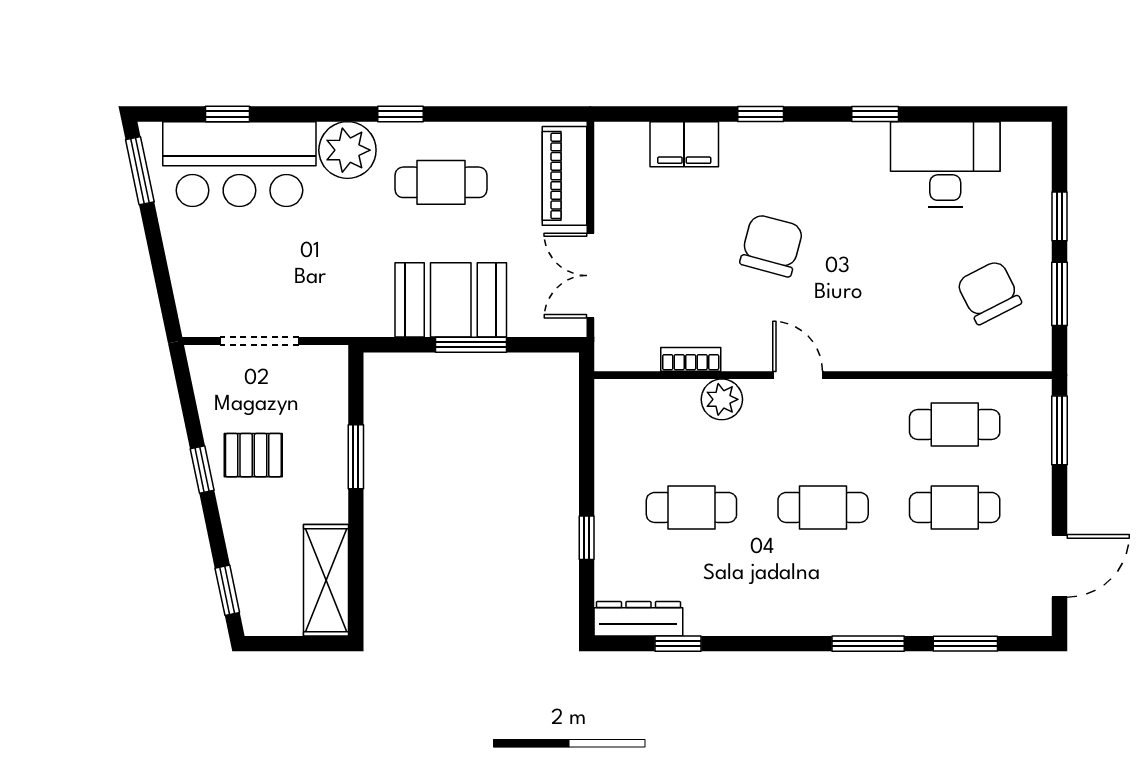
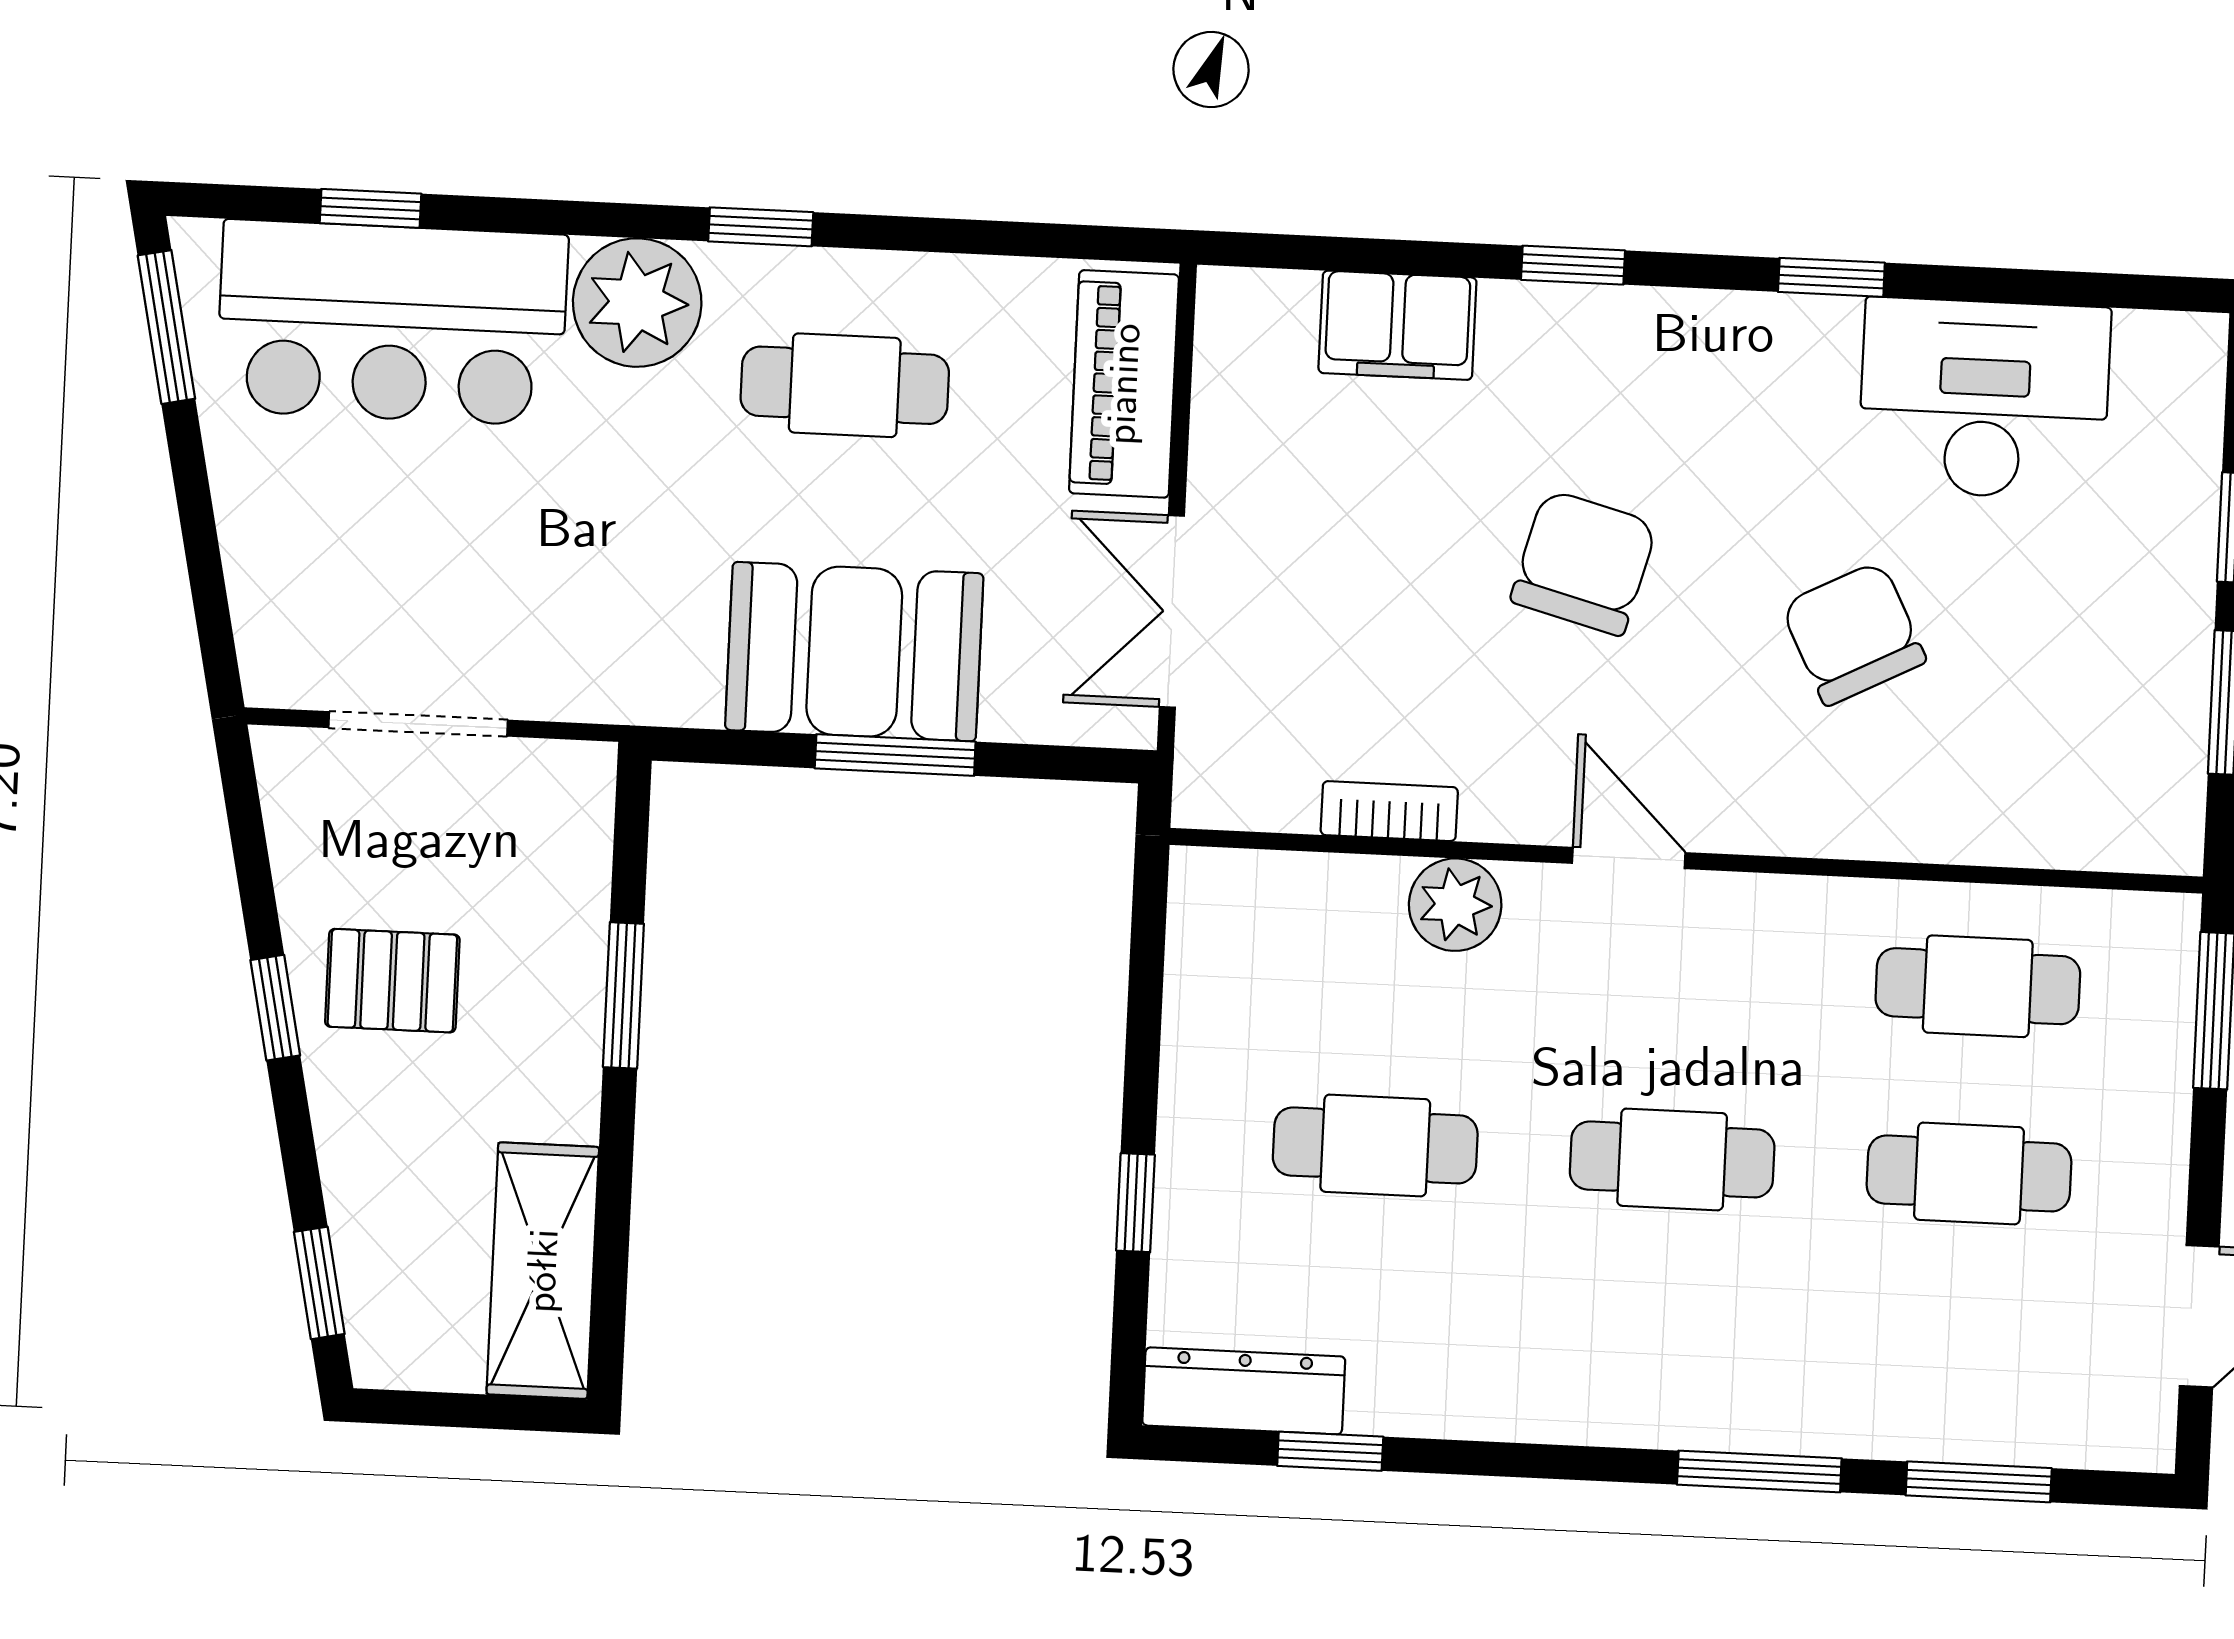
chair: (989, 292) -> (1853, 633), moved

